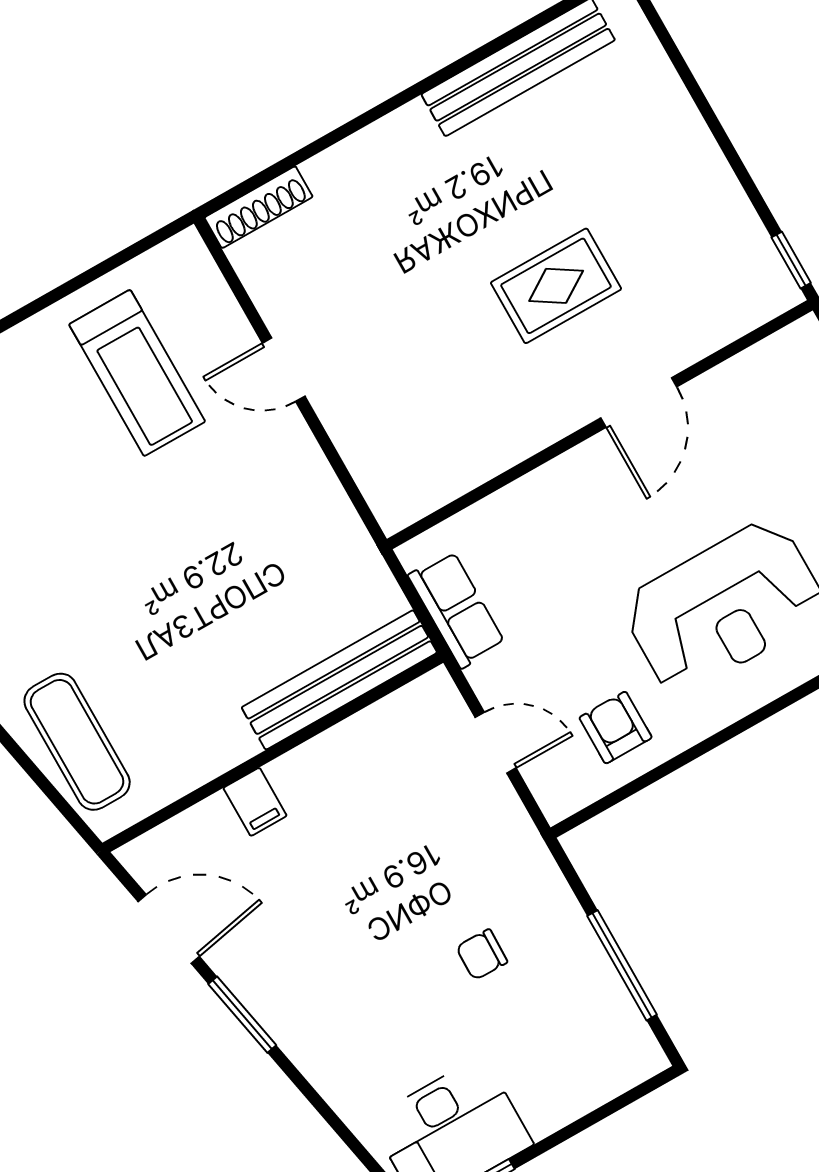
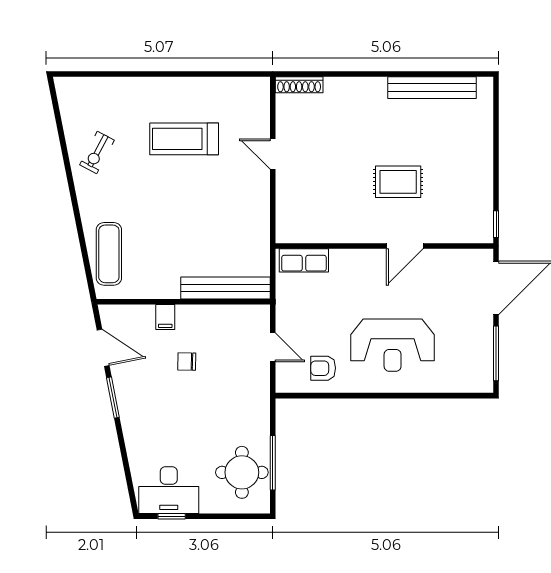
treadmill: (137, 373) -> (184, 139), moved, turned 90
row of seats: (457, 609) -> (304, 260), moved, turned 90
armchair: (616, 728) -> (323, 368), turned -90
chair: (482, 955) -> (187, 362), moved
round table: (573, 1017) -> (242, 472), added

